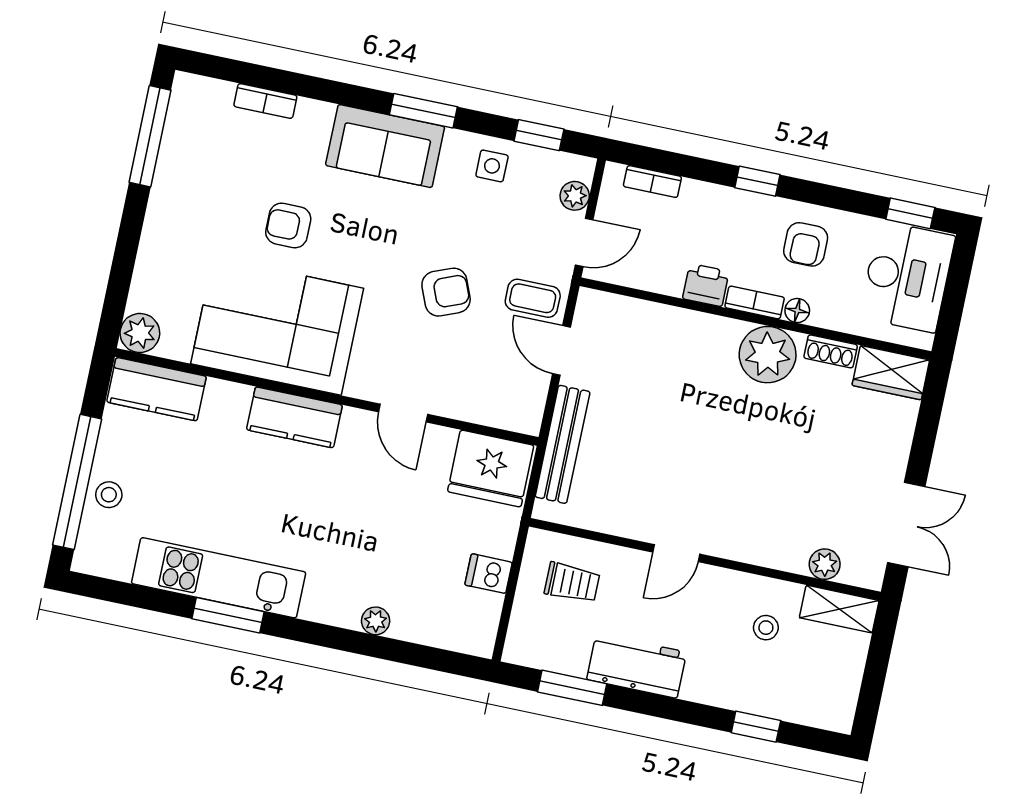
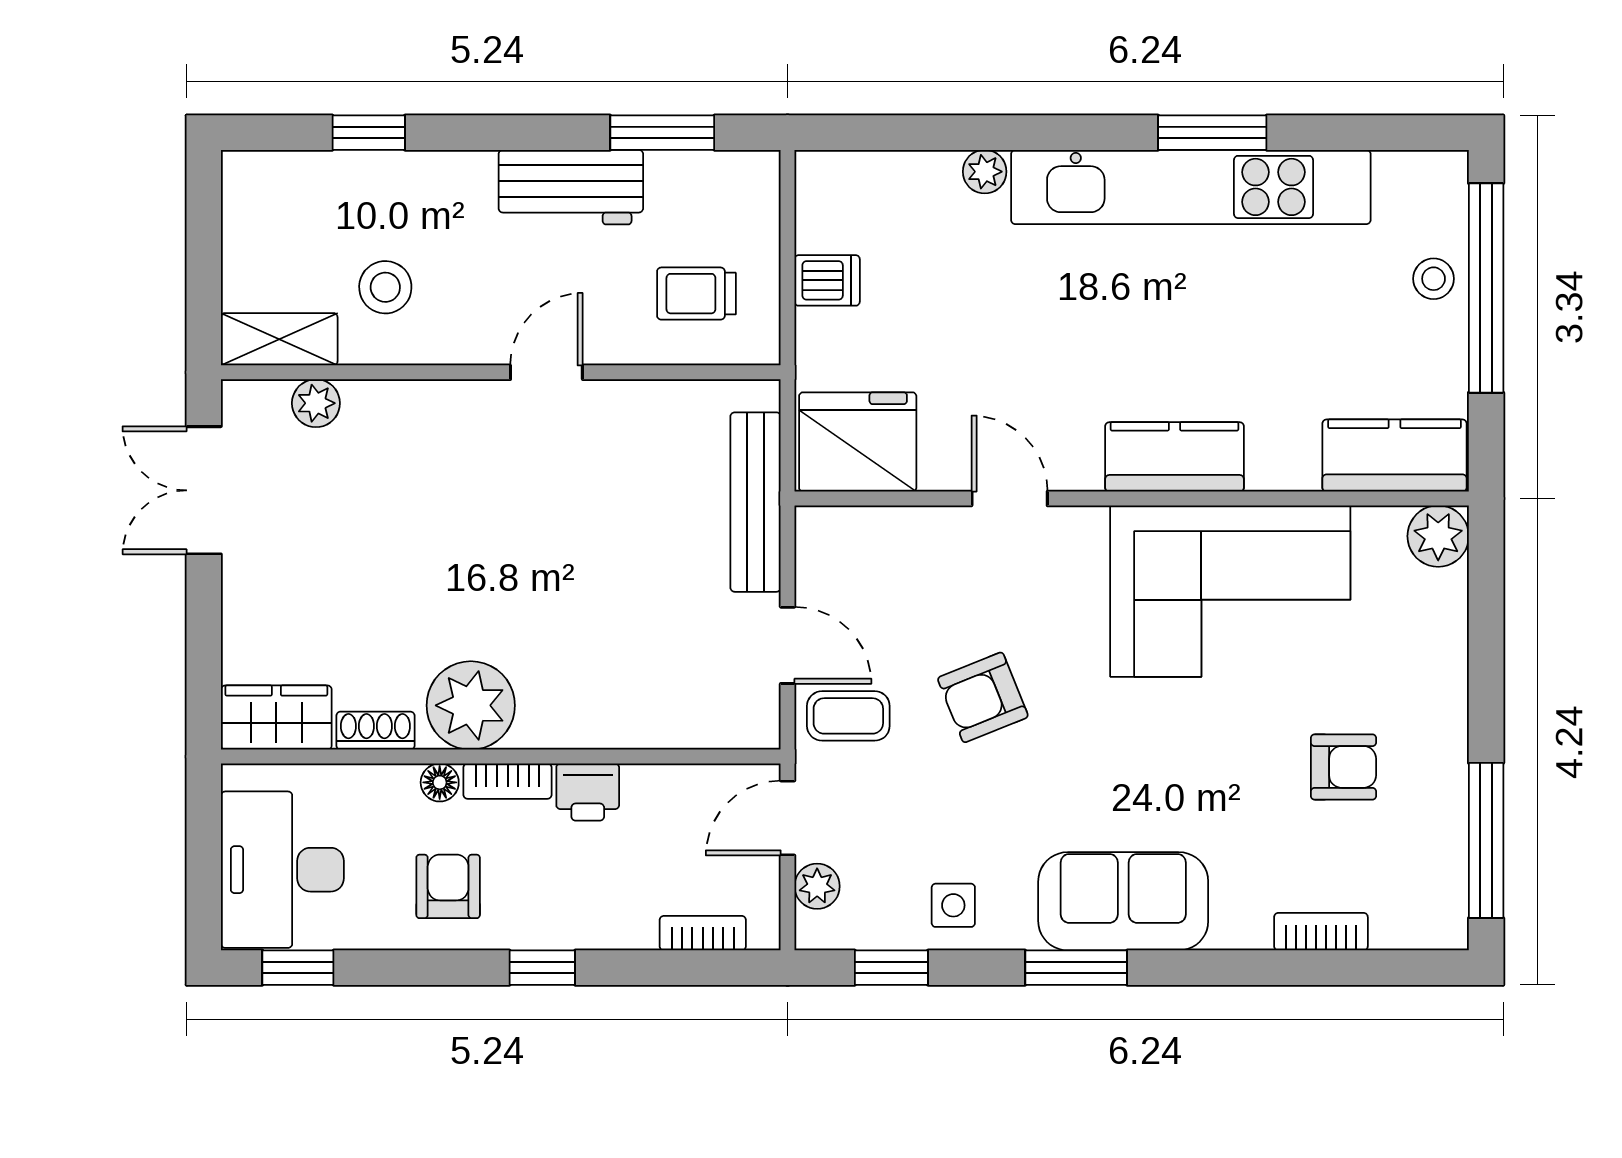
armchair: (288, 225) -> (1343, 767), moved
kitchen unit: (219, 578) -> (1191, 187), width x1.36
stool: (766, 628) -> (385, 287), width x1.37, depth x1.37

